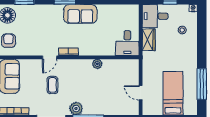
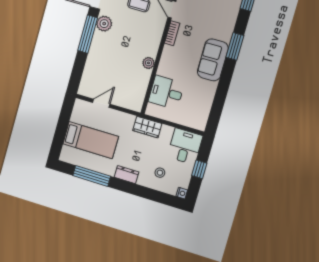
wardrobe: (149, 40) -> (147, 127), moved
desk: (127, 43) -> (166, 92), moved
dresser: (192, 56) -> (127, 175), added

